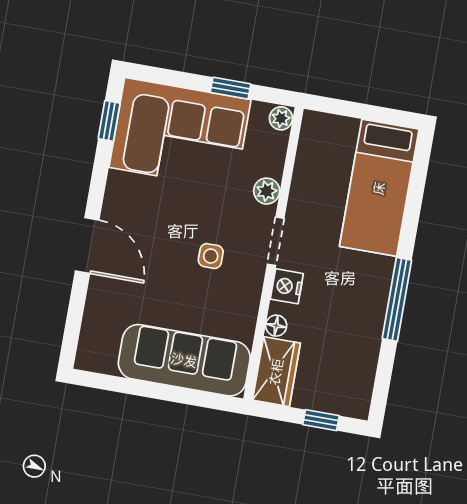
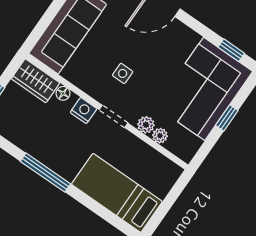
window: (231, 88) -> (227, 118), moved
plant: (281, 118) -> (160, 136), moved

